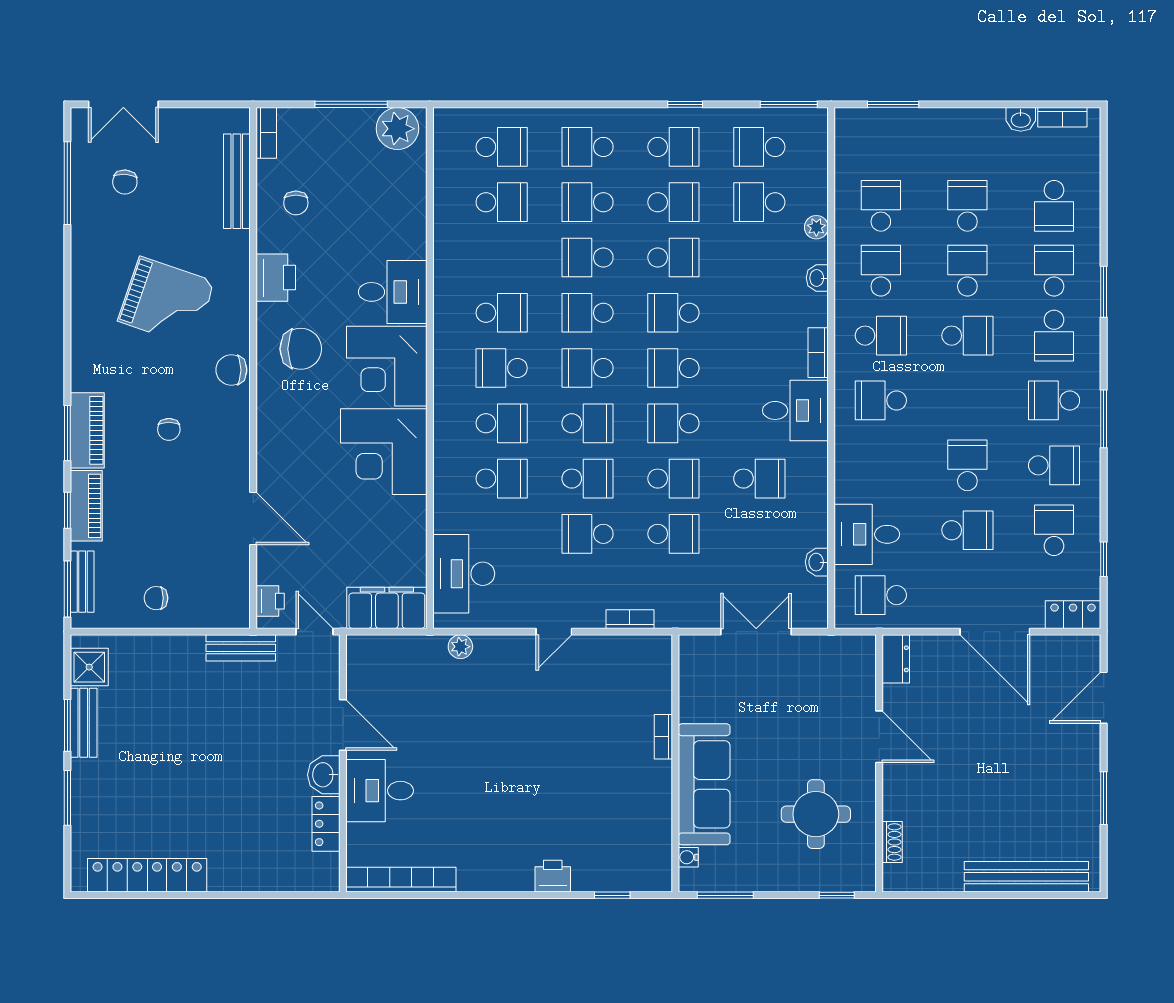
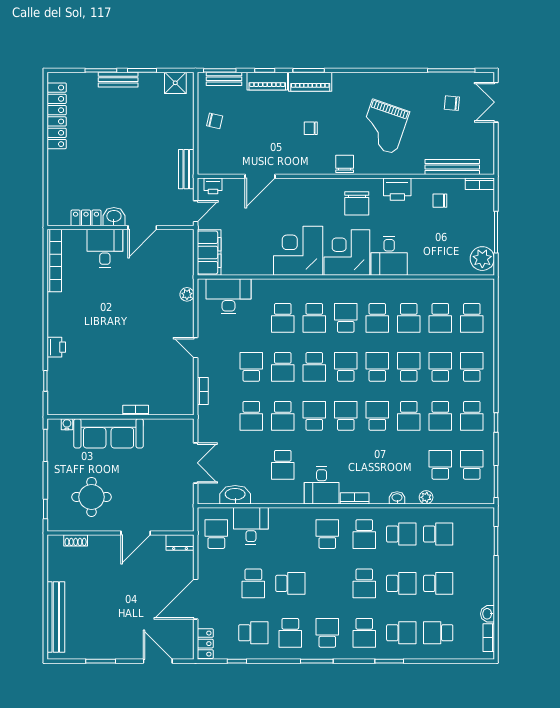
school desk: (502, 257) -> (409, 318), added
school desk: (1054, 336) -> (364, 633), turned -90
washbasin: (817, 562) -> (235, 495), width x1.91, depth x1.45
chair: (156, 598) -> (215, 121), turned 103
bench: (84, 723) -> (118, 80), moved

